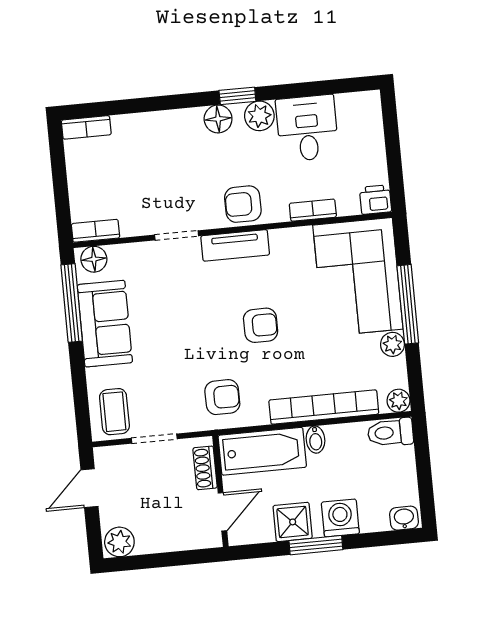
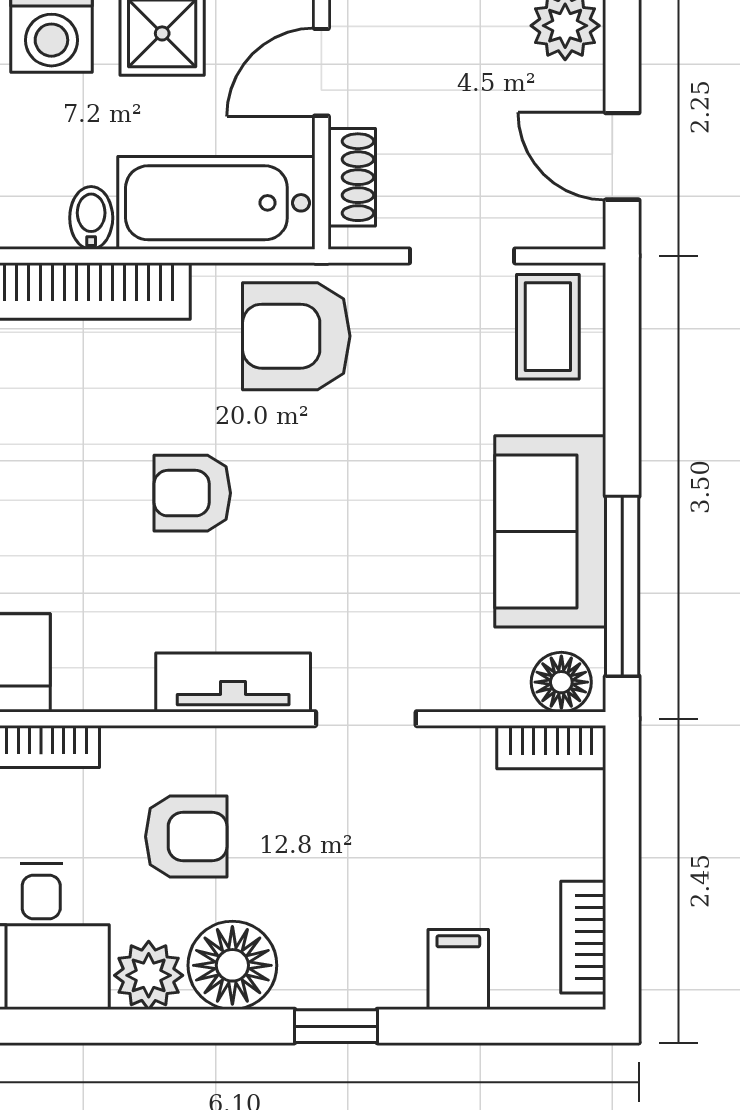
window: (237, 96) -> (336, 1026), moved
floor lamp: (218, 119) -> (232, 965), width x1.38, depth x1.38
bookcase: (86, 127) -> (583, 937), moved, turned -90
filing cabinet: (126, 131) -> (458, 969), added
armchair: (243, 204) -> (186, 837), moved
armchair: (222, 397) -> (296, 336), width x1.38, depth x1.38
door: (89, 488) -> (622, 156), swing flipped

